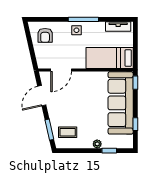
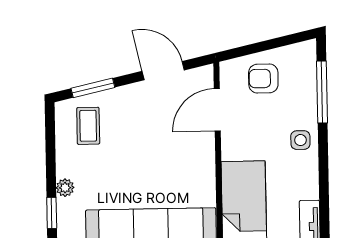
window: (83, 19) -> (322, 92), moved
armchair: (45, 35) -> (263, 78), moved
door: (61, 70) -> (217, 110), hinge flipped

